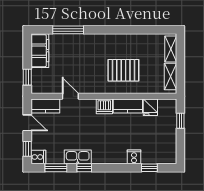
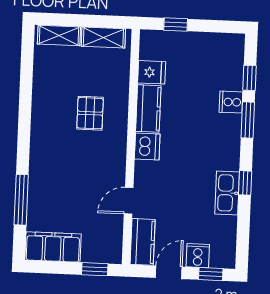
pallet: (123, 70) -> (90, 113), width x0.67, depth x0.71
cooker: (38, 157) -> (198, 256), moved
window: (56, 168) -> (248, 120), moved

